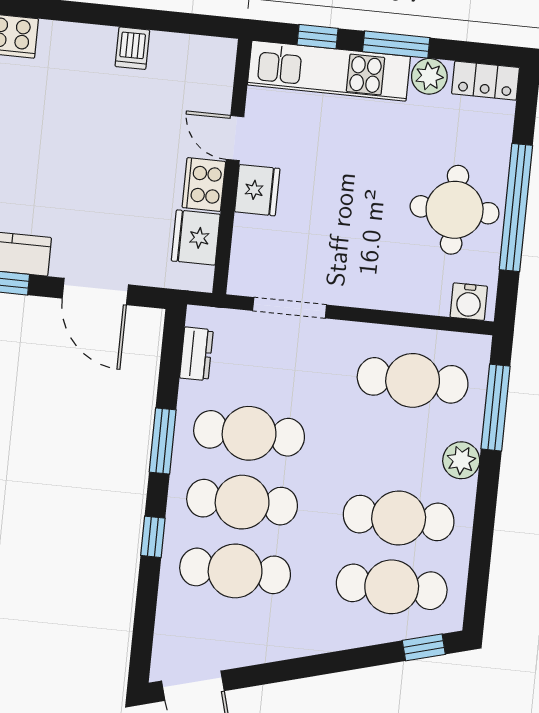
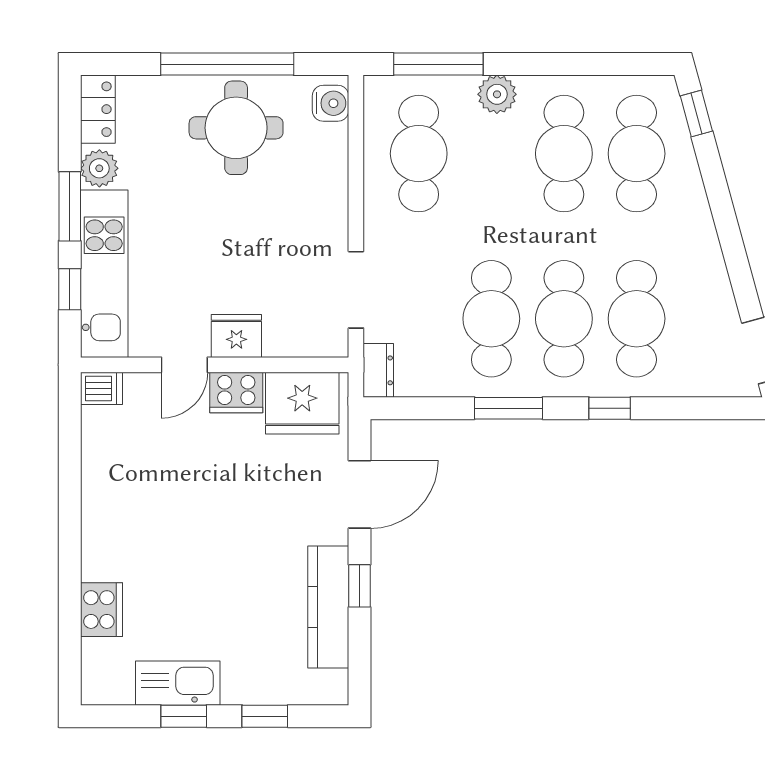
dishwasher: (132, 48) -> (101, 389), moved
fridge: (196, 238) -> (302, 403), width x1.36, depth x1.34
dresser: (196, 354) -> (378, 370), moved, turned 90

